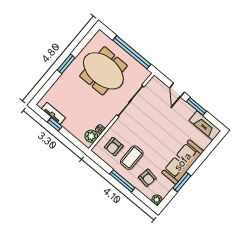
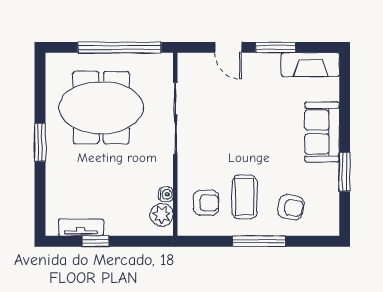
armchair: (114, 147) -> (206, 203), turned -90
sofa: (183, 162) -> (322, 132), width x0.73
plant: (157, 200) -> (330, 227), removed

